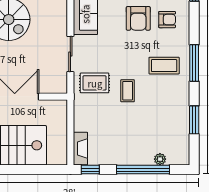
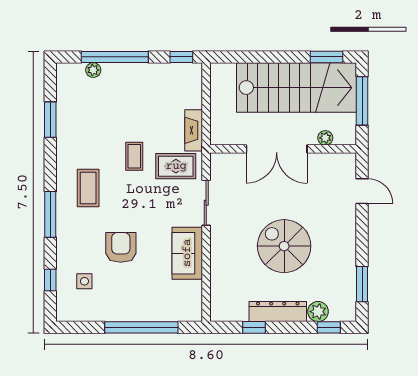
armchair: (167, 20) -> (84, 246), removed
window: (194, 63) -> (50, 214), moved
coffee table: (164, 66) -> (88, 188), turned 90
fireplace: (80, 148) -> (194, 130), moved

